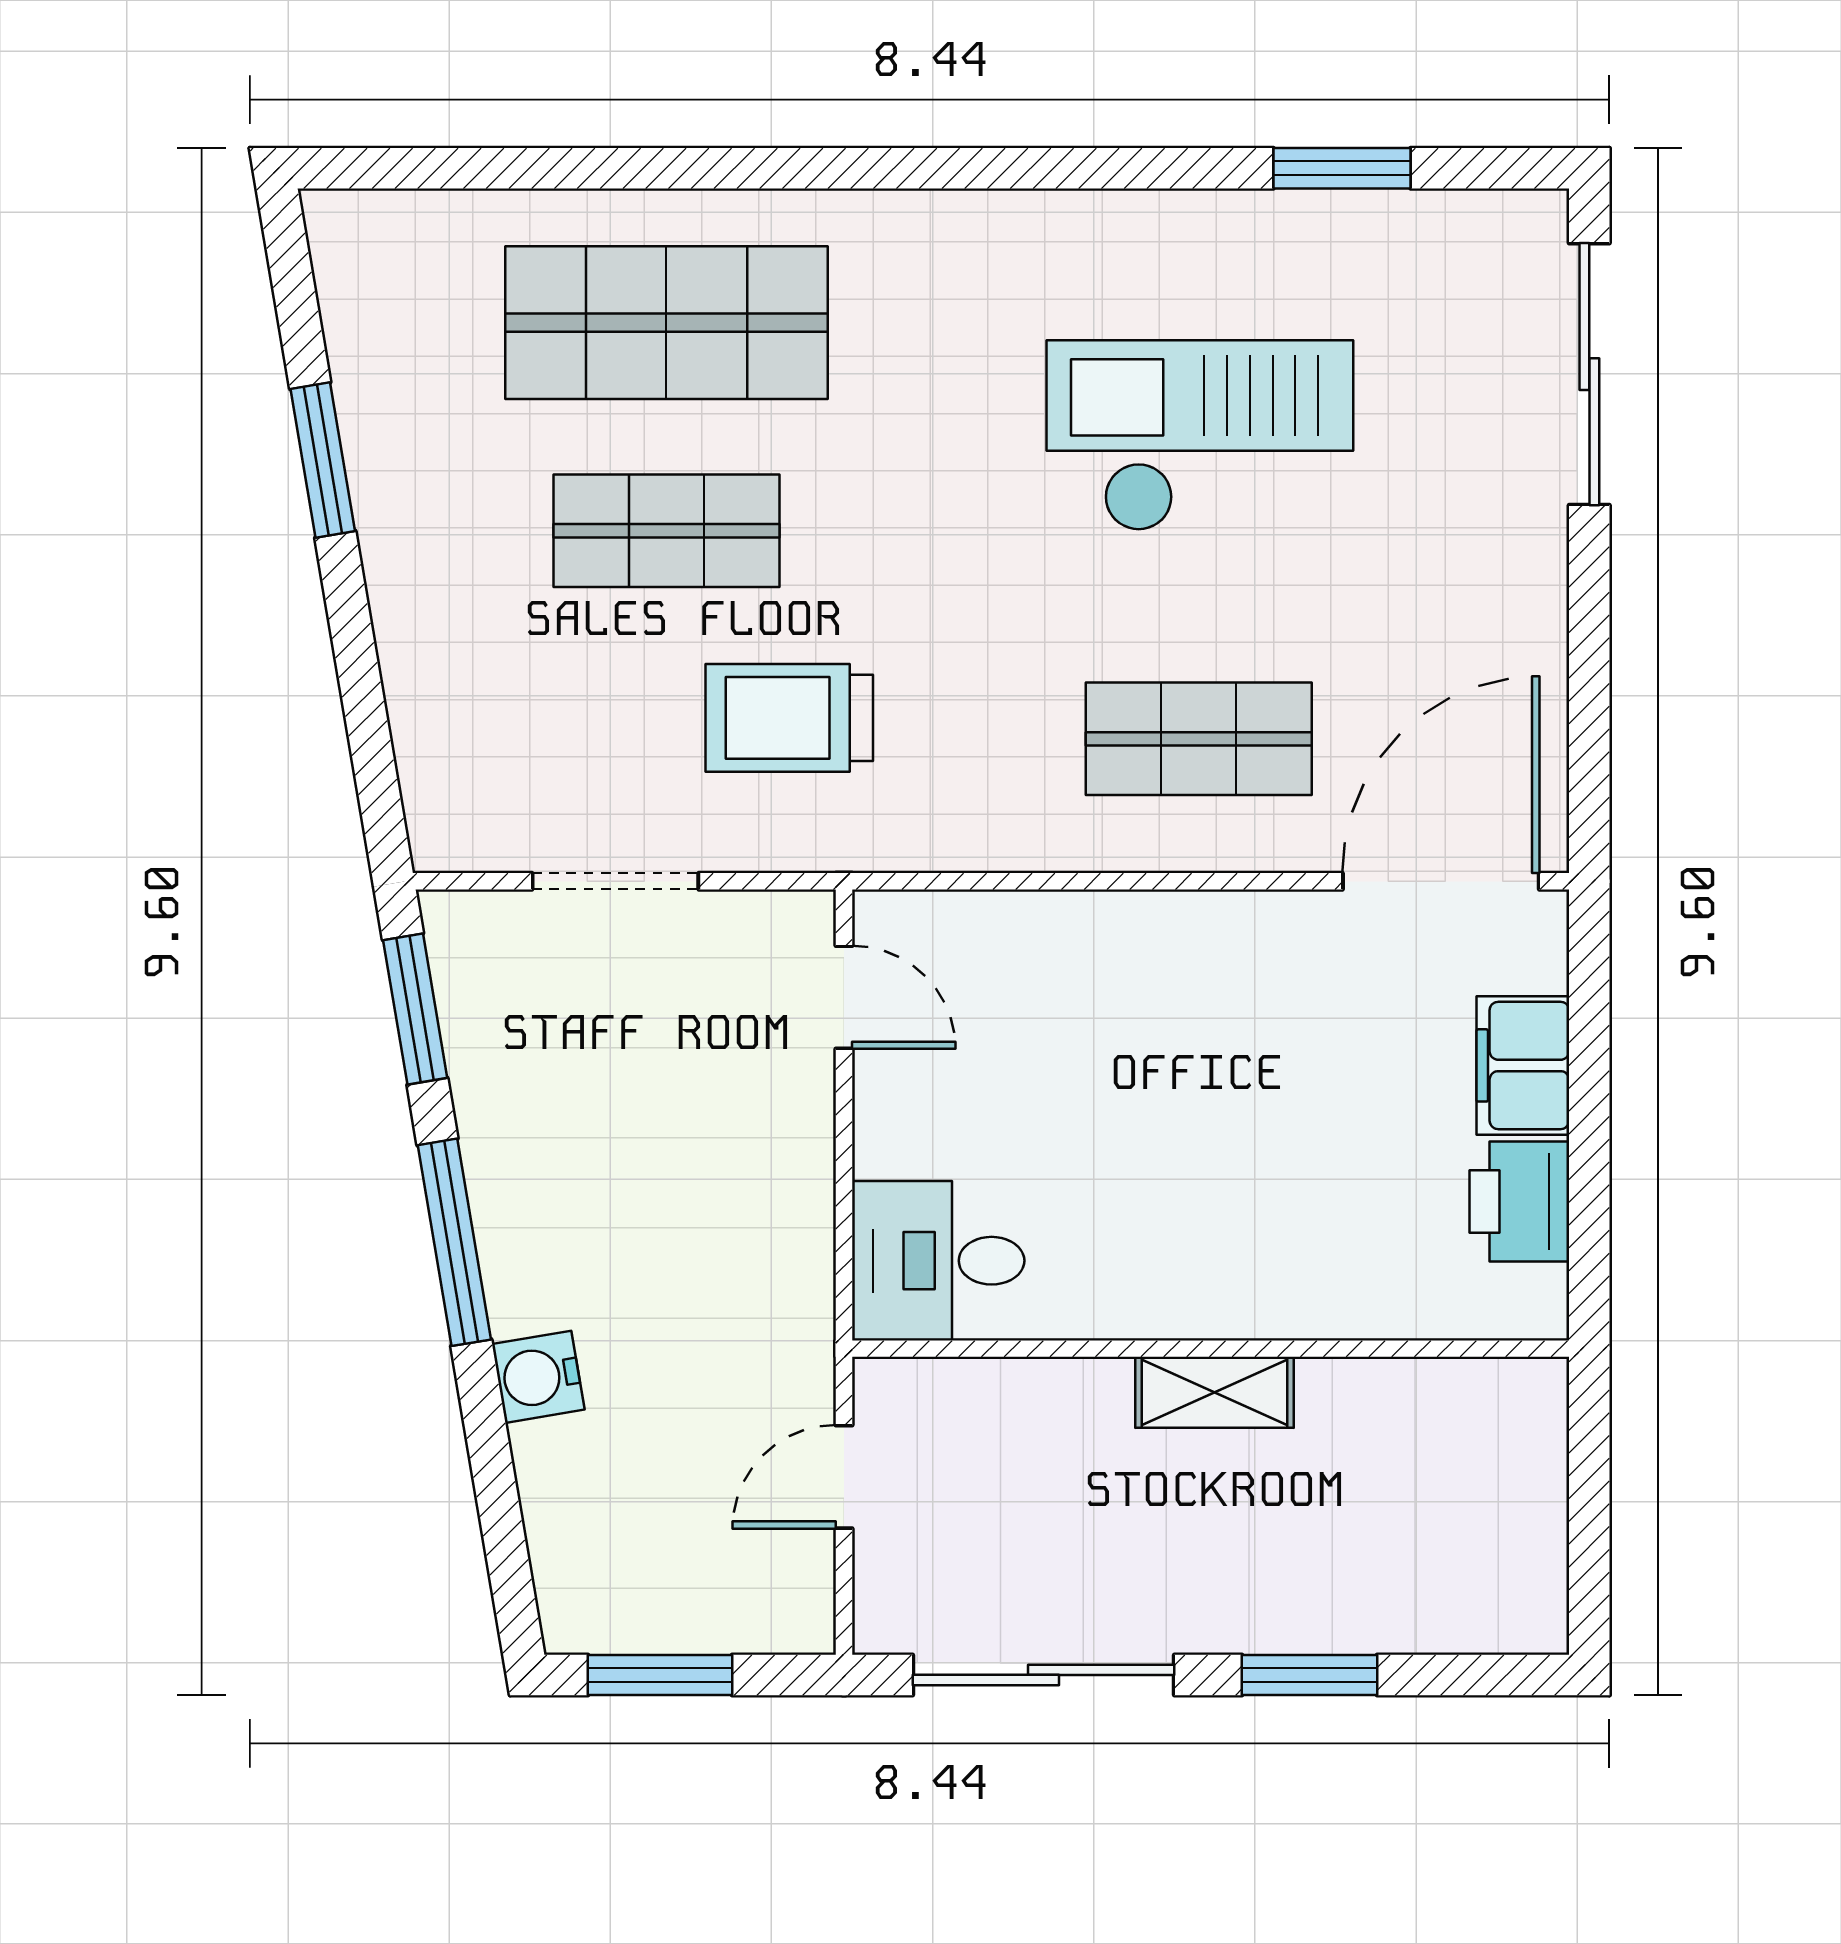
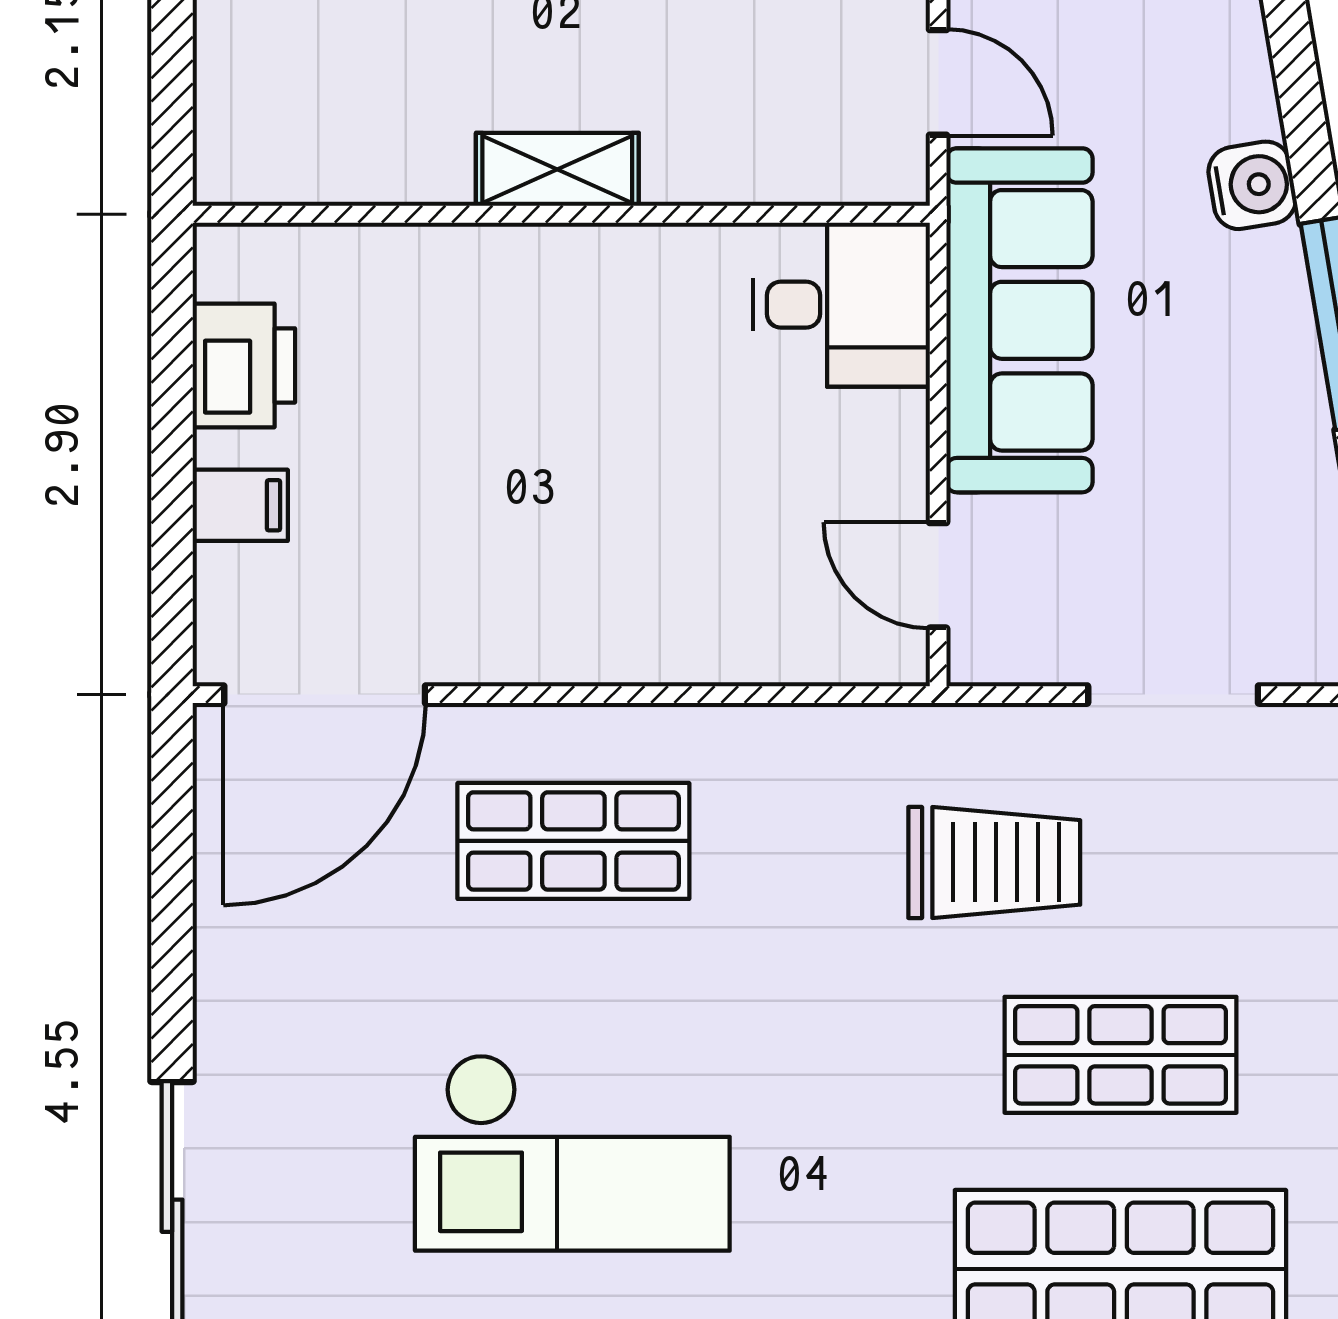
filing cabinet: (1523, 1065) -> (240, 505), width x0.50
sofa: (765, 1245) -> (1019, 320), added
door: (844, 1477) -> (938, 82), hinge flipped

